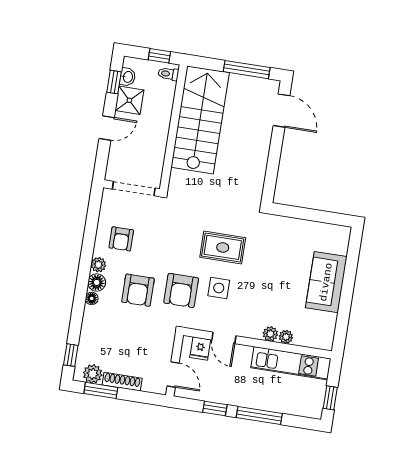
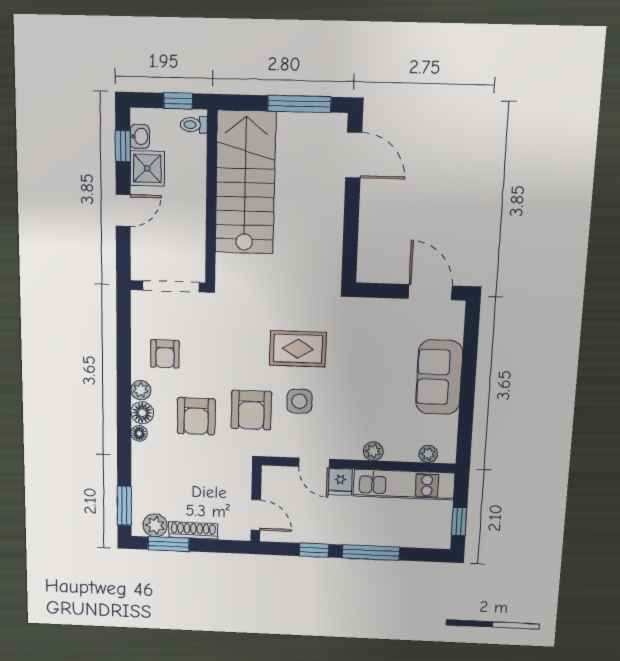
door: (326, 217) -> (430, 292), added
plant: (286, 337) -> (428, 454), moved
fridge: (200, 349) -> (340, 482), moved
window: (71, 355) -> (124, 506), width x1.50

